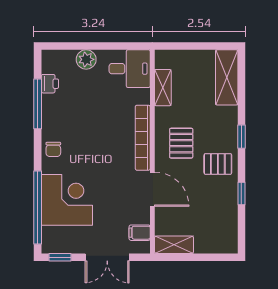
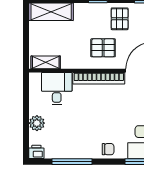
desk: (130, 69) -> (57, 89), moved
printer: (50, 84) -> (36, 152), moved
shelving: (163, 88) -> (46, 62), moved

